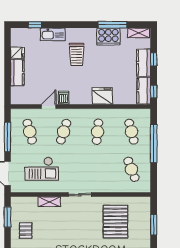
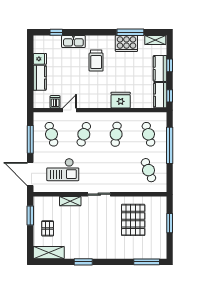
dishwasher: (64, 98) -> (55, 102), moved

